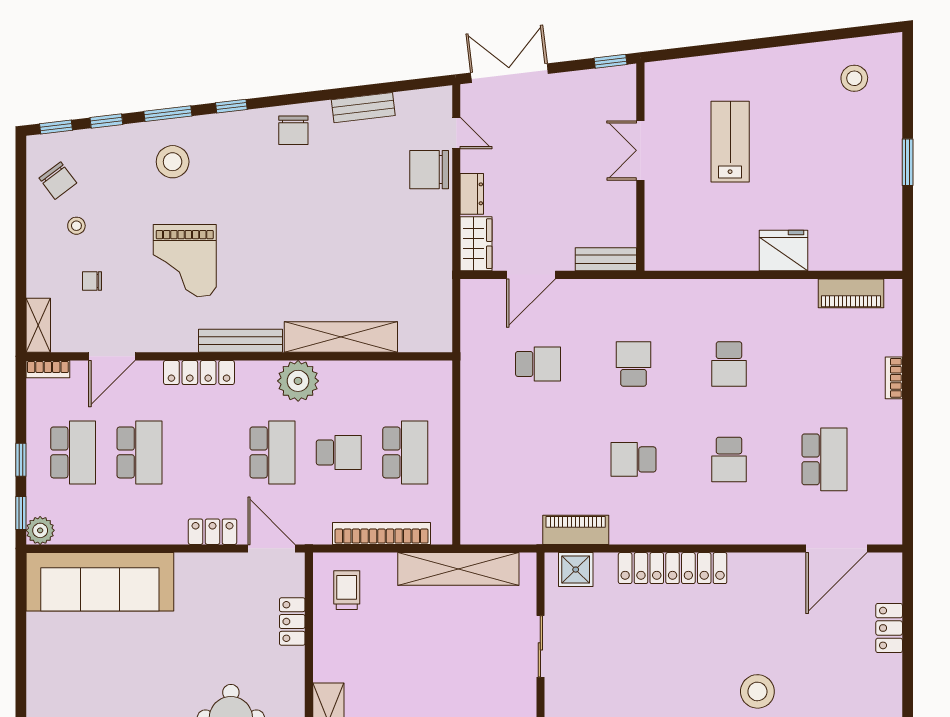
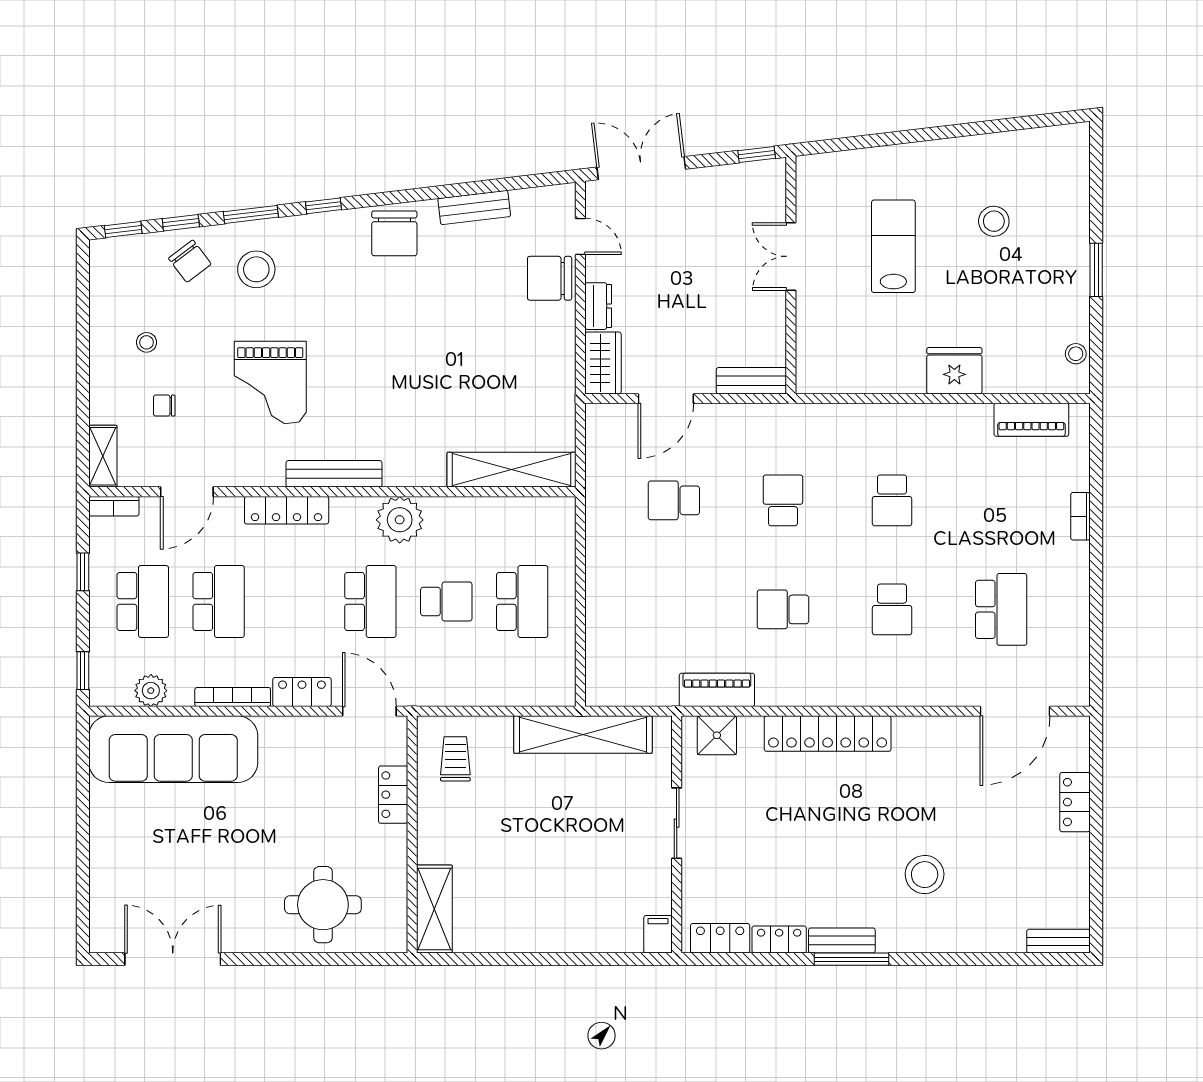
stool: (854, 78) -> (994, 221), moved
chair: (293, 130) -> (394, 233), width x1.37, depth x1.37
chair: (58, 181) -> (190, 261), moved
stool: (890, 236) -> (1076, 354), added
shelving: (341, 337) -> (512, 470), moved
school desk: (538, 364) -> (674, 500), turned 180
window: (21, 460) -> (83, 572), moved
plant: (40, 530) -> (151, 691), moved
bookcase: (382, 533) -> (233, 697), moved, width x0.68, depth x0.76

